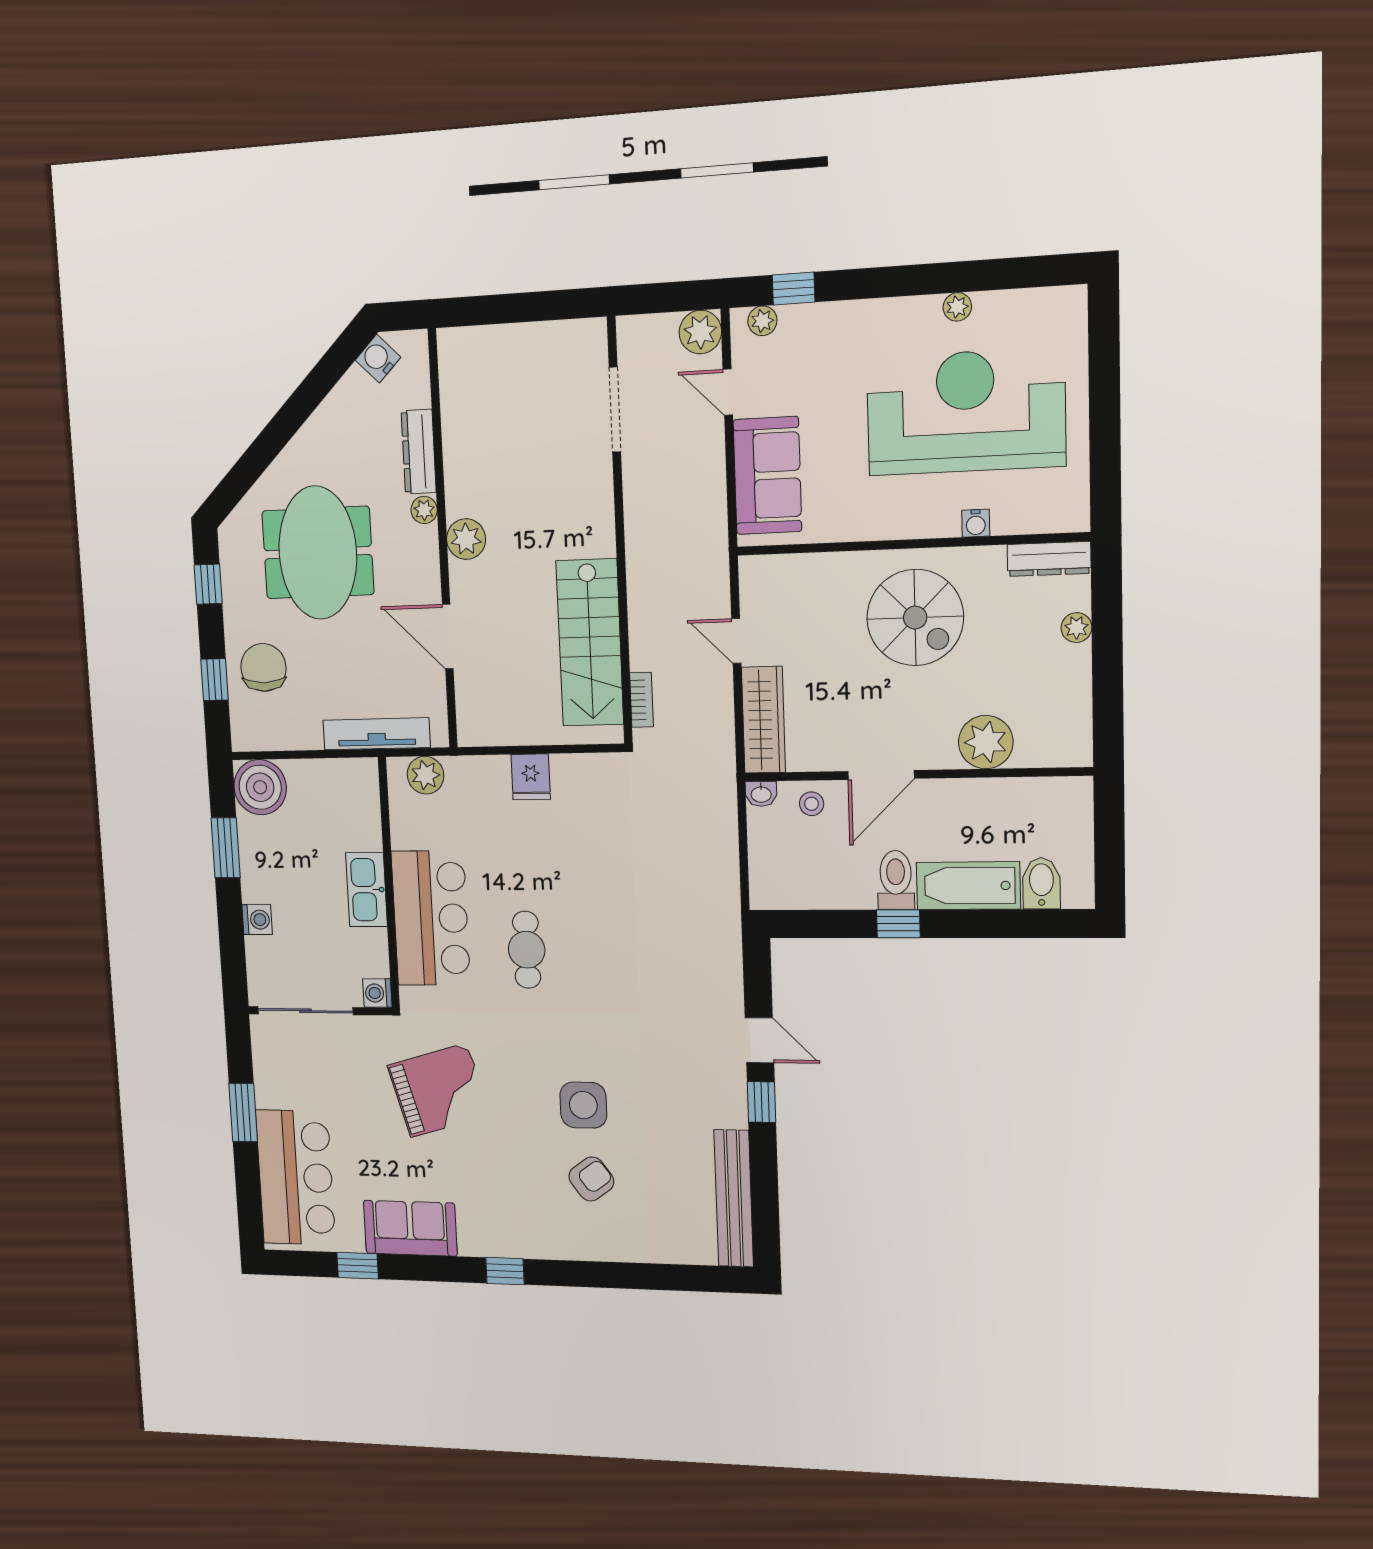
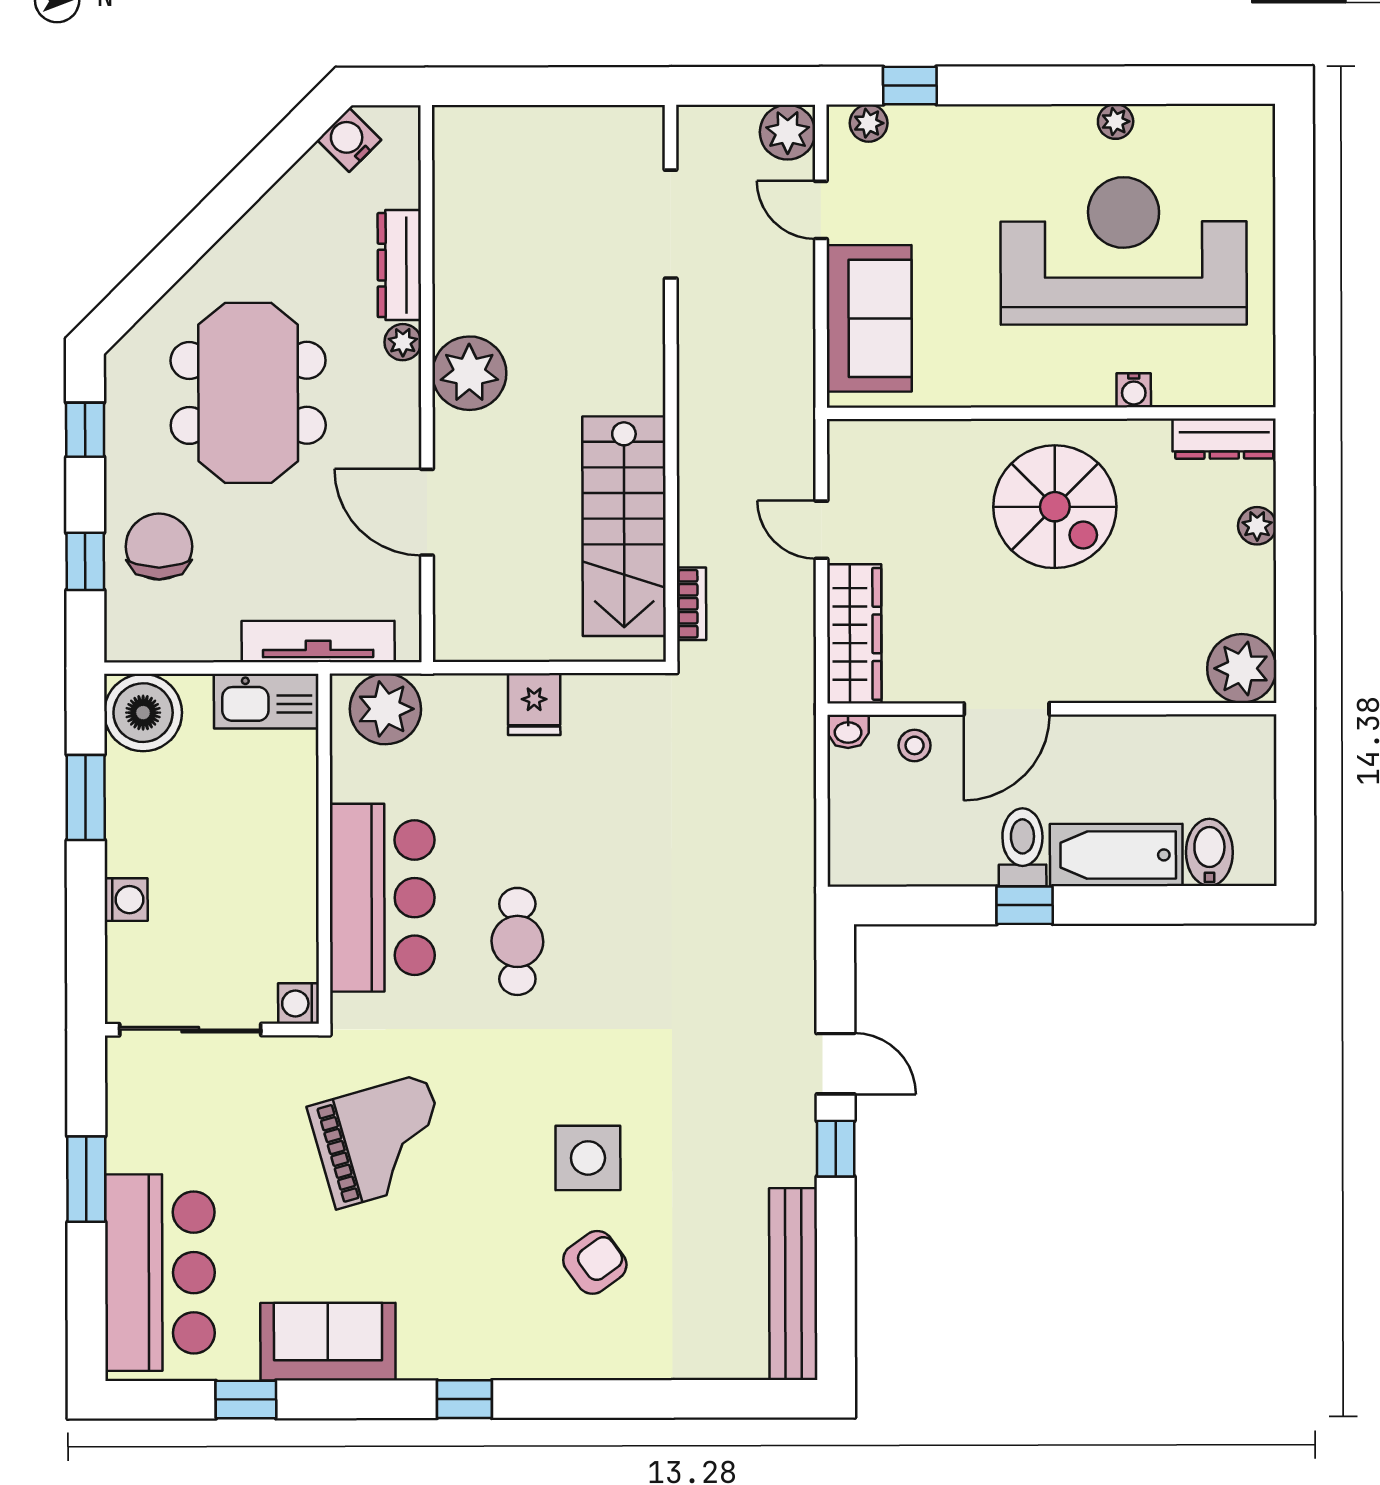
plant: (466, 539) -> (469, 373), width x1.36, depth x1.36
plant: (986, 742) -> (1242, 668), moved
plant: (426, 775) -> (385, 709), width x1.36, depth x1.36
kitchen sink: (367, 890) -> (266, 701), moved, turned -90

